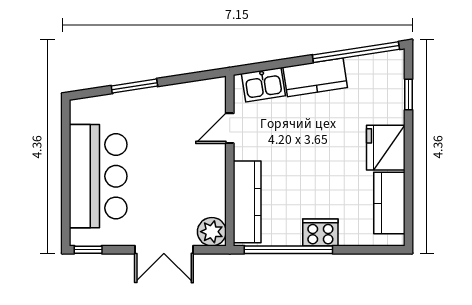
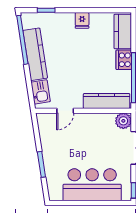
kitchen counter: (315, 77) -> (35, 54), width x1.50
door: (230, 128) -> (65, 111), hinge flipped
fridge: (386, 148) -> (82, 20), width x0.53, depth x0.75
kitchen counter: (389, 203) -> (123, 31), moved, turned 90

